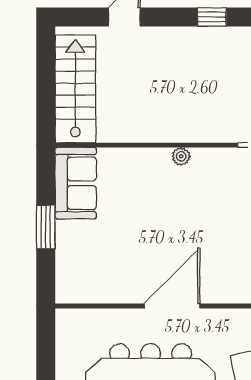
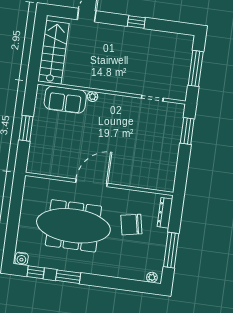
plant: (181, 156) -> (92, 97), moved
sofa: (76, 183) -> (65, 100), moved, turned 90

